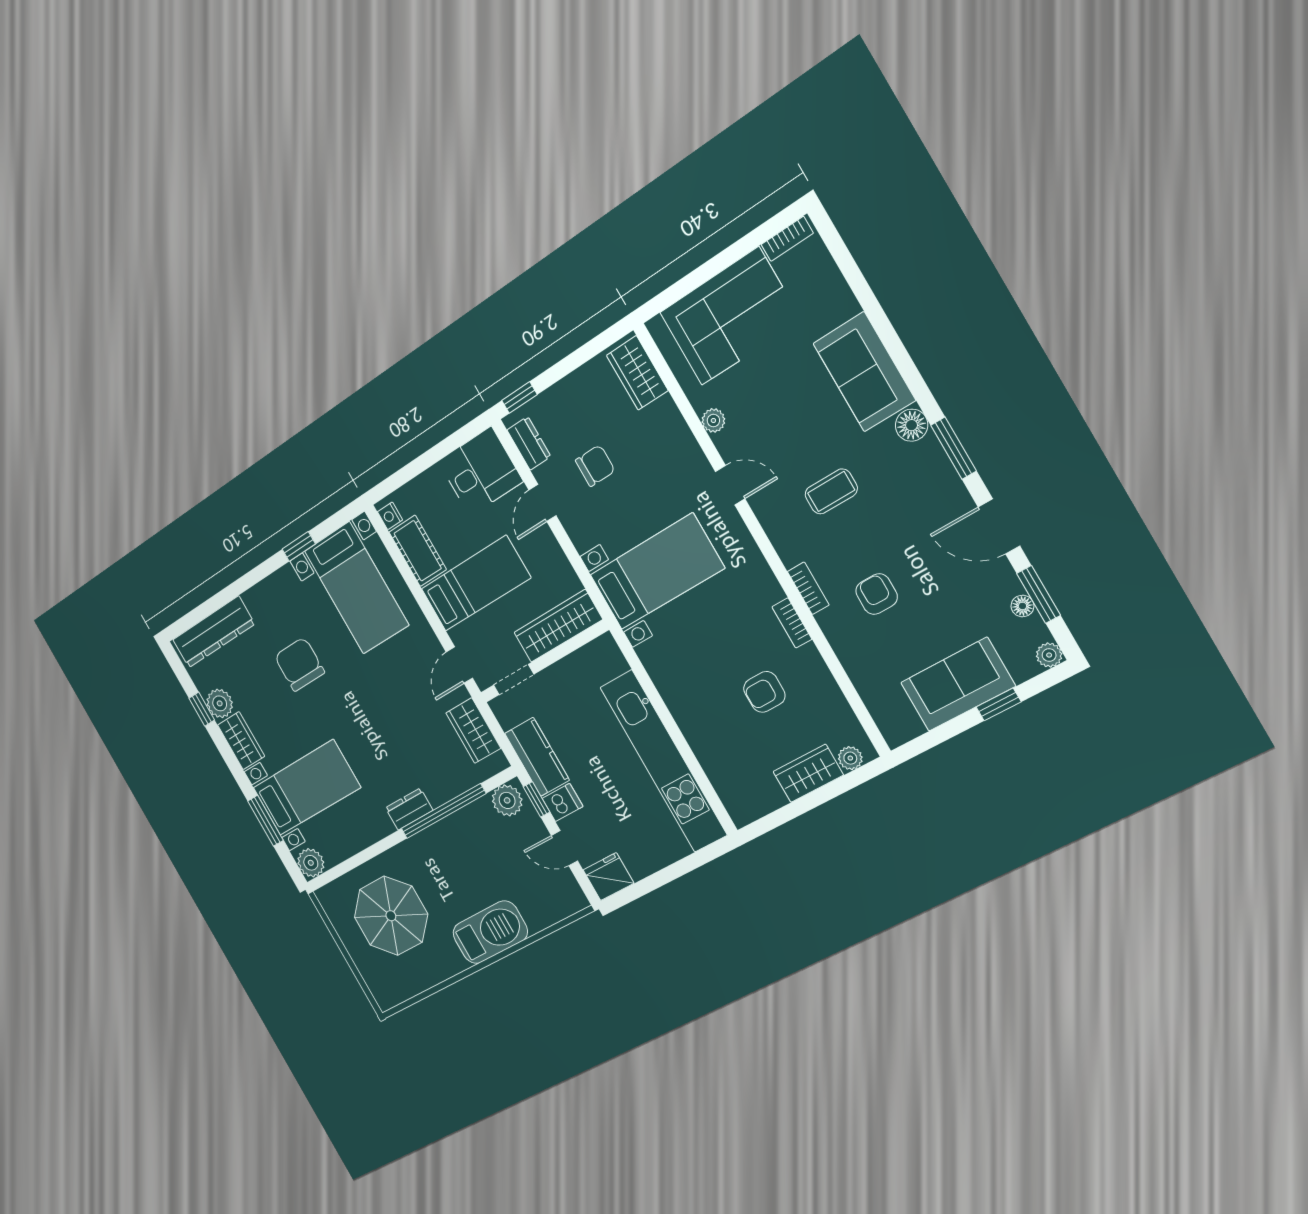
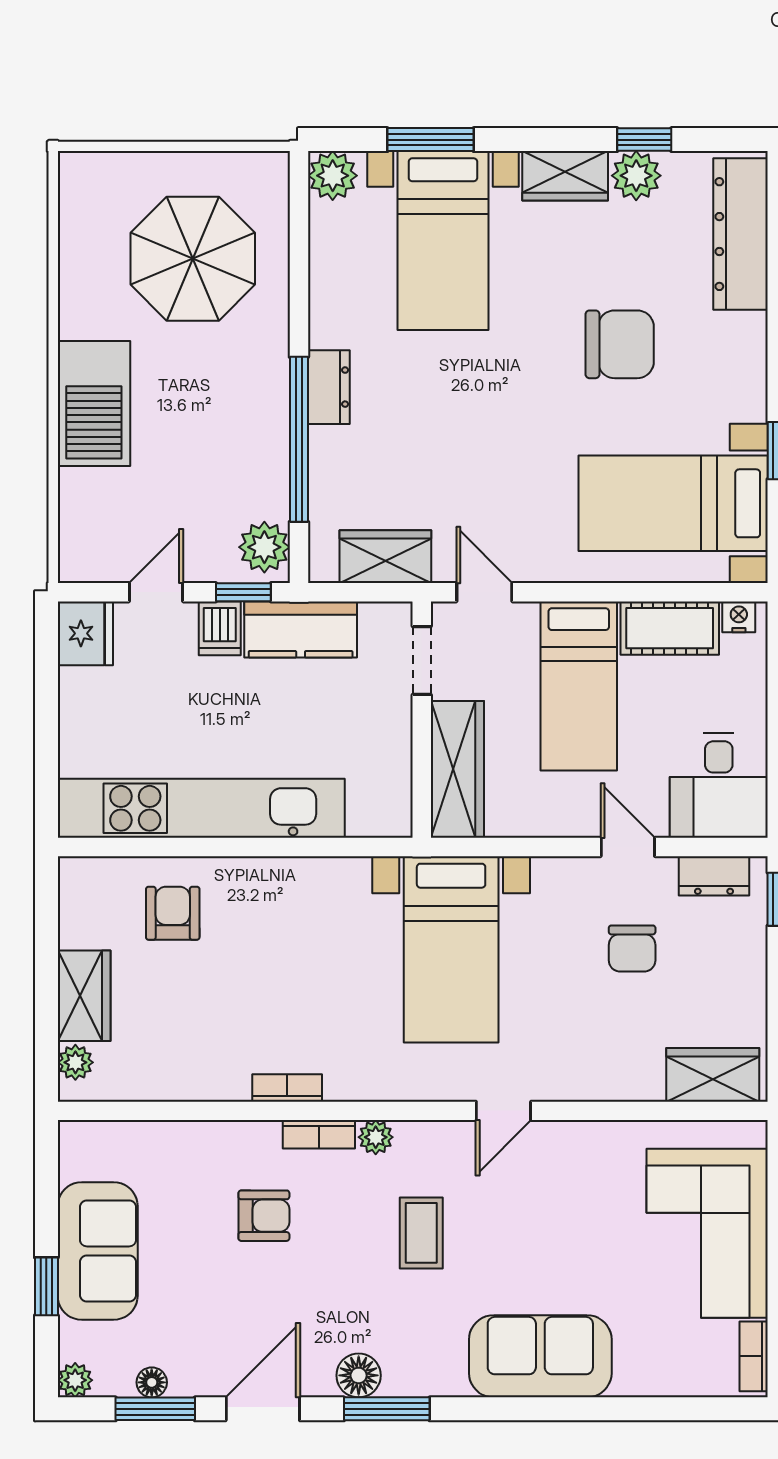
plant: (713, 420) -> (376, 1137), moved
floor lamp: (912, 425) -> (359, 1375), moved
armchair: (764, 692) -> (173, 913), moved

